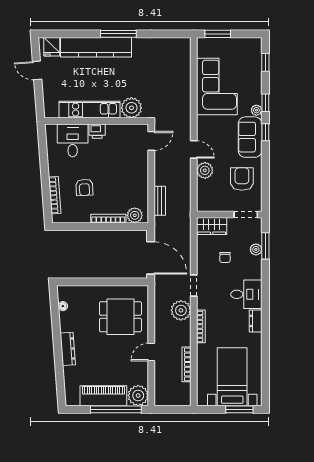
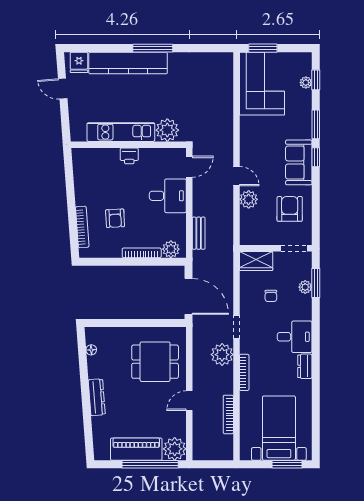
corner sofa: (217, 87) -> (262, 84), moved
window: (265, 103) -> (316, 124), width x1.50
plant: (256, 110) -> (306, 83), moved
desk: (73, 140) -> (168, 196), moved, turned 90

